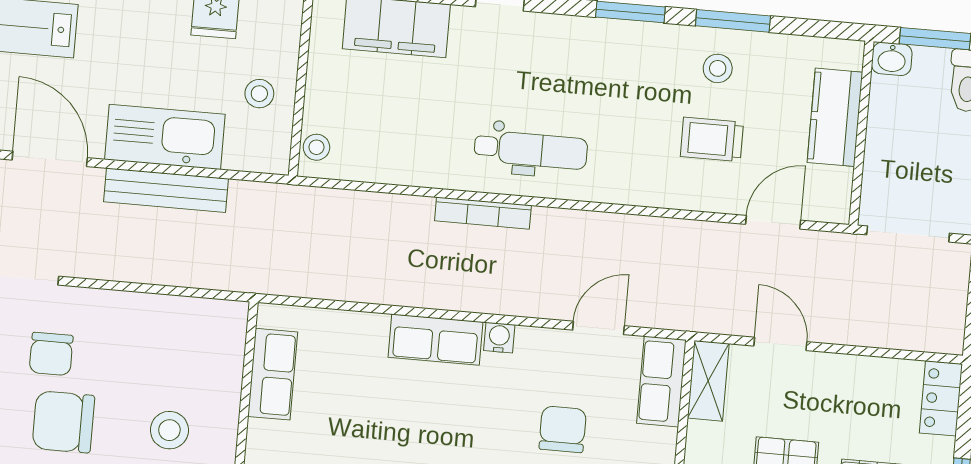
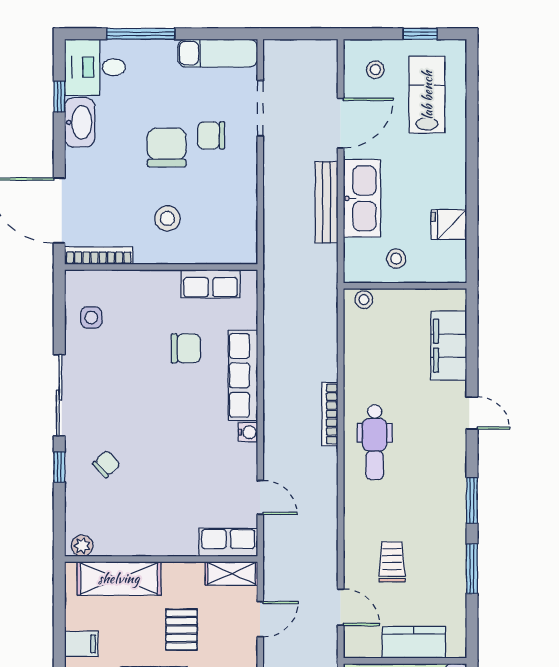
stool: (718, 68) -> (439, 562), removed
row of seats: (436, 340) -> (243, 375), width x1.48
chair: (563, 429) -> (186, 348), moved

